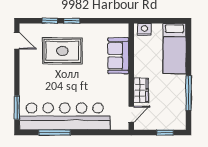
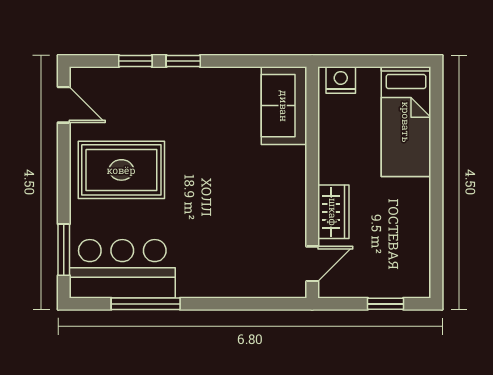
rug: (62, 51) -> (121, 170), moved
sofa: (118, 56) -> (284, 106), moved
window: (188, 93) -> (436, 218), removed
bar counter: (65, 116) -> (122, 269), width x0.54

